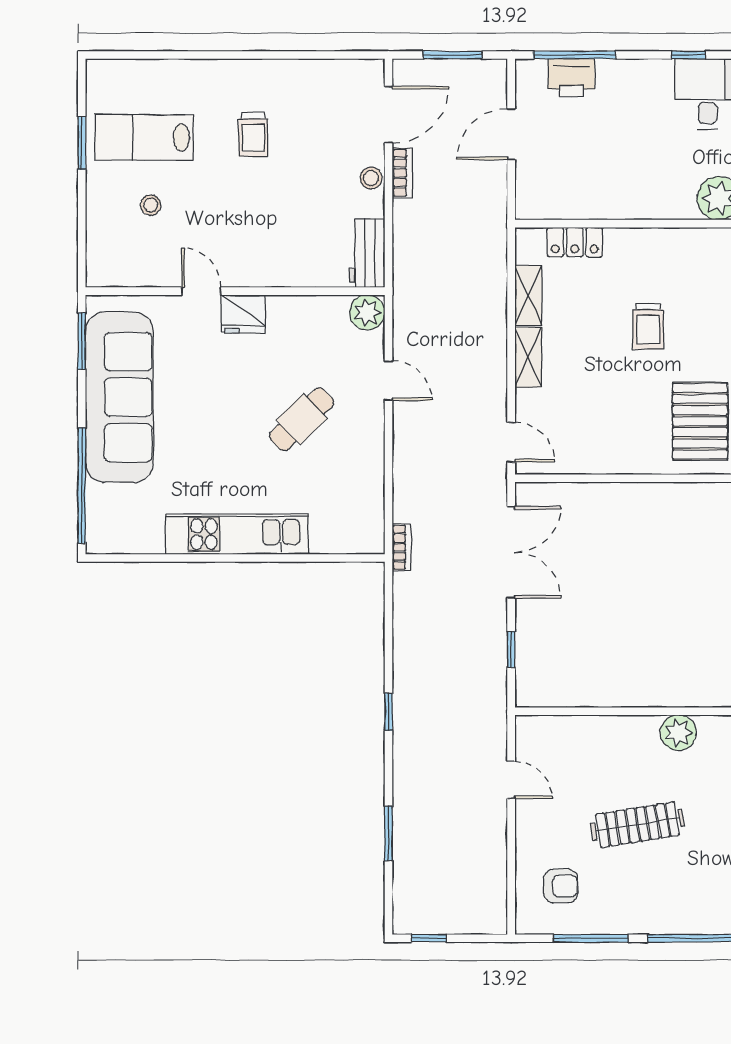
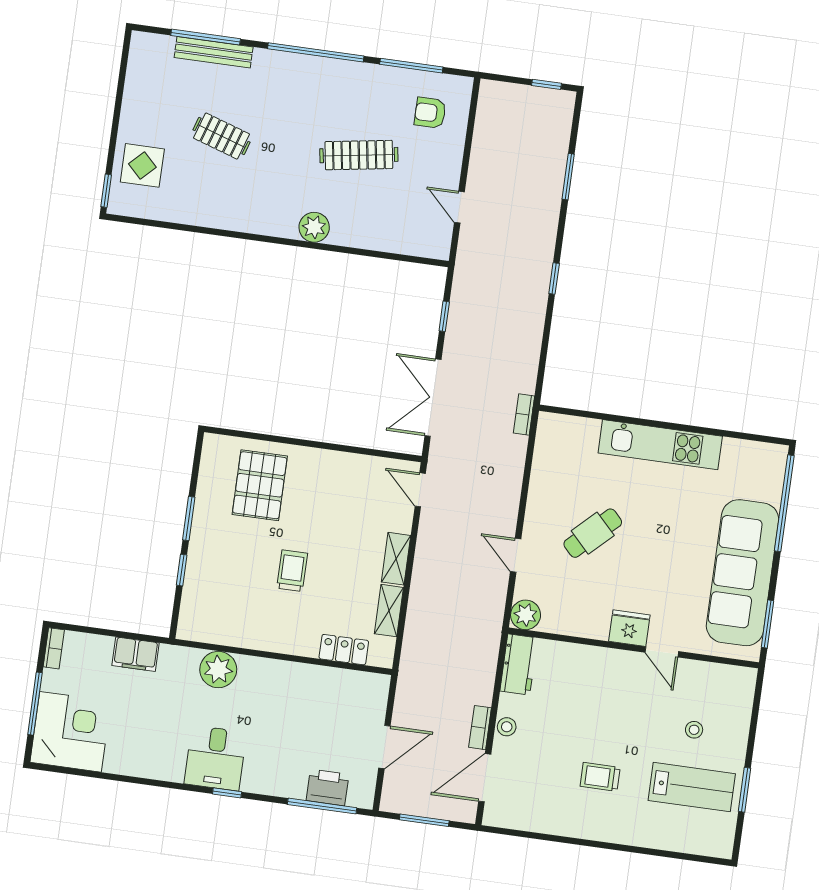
trolley: (253, 135) -> (600, 777), turned -90

